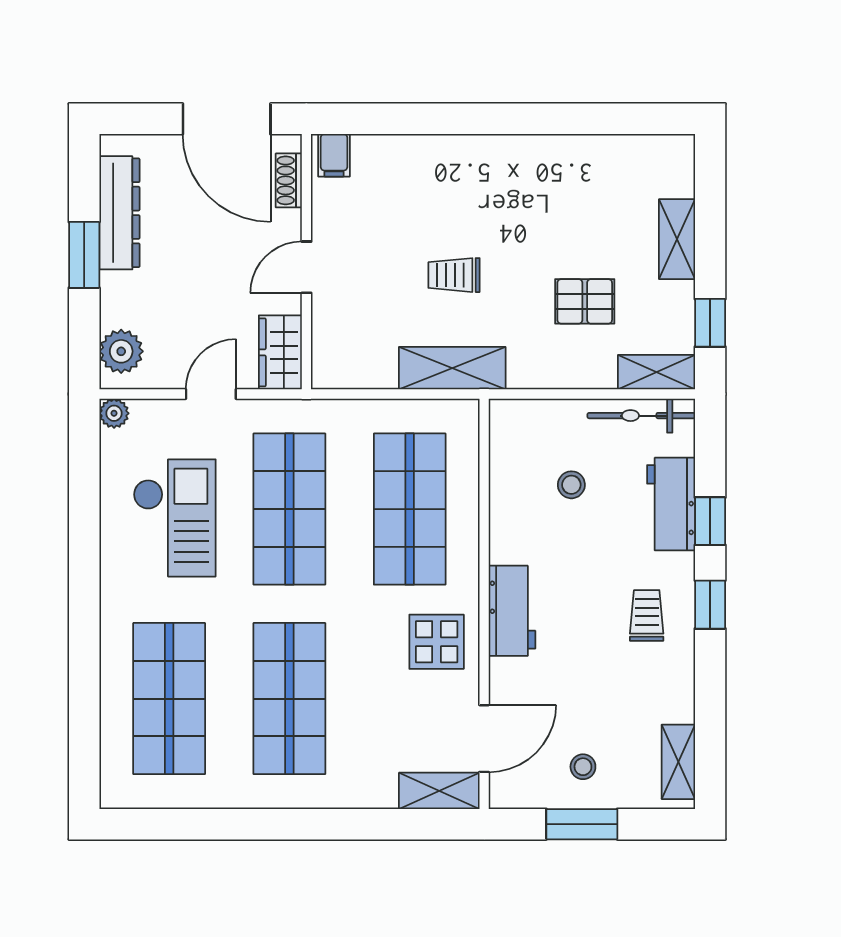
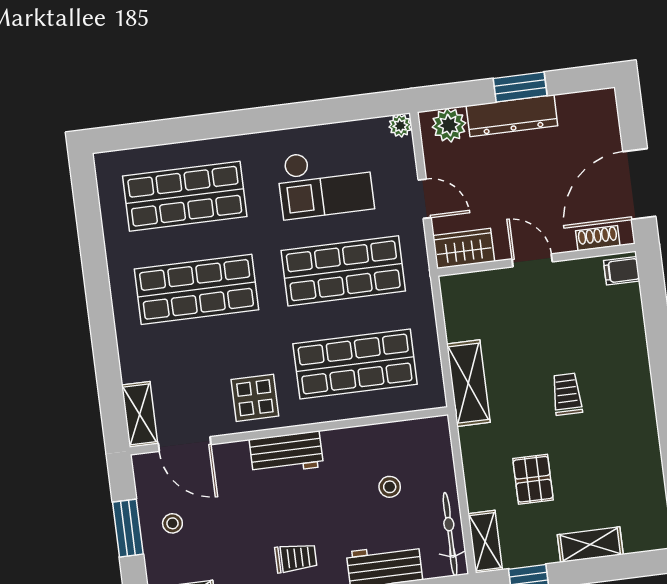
dresser: (119, 213) -> (512, 116), moved
trolley: (454, 275) -> (567, 394), moved

